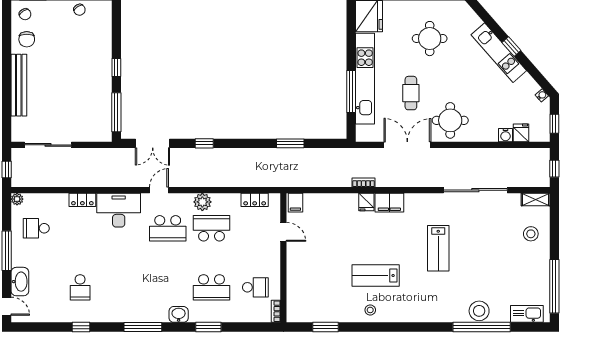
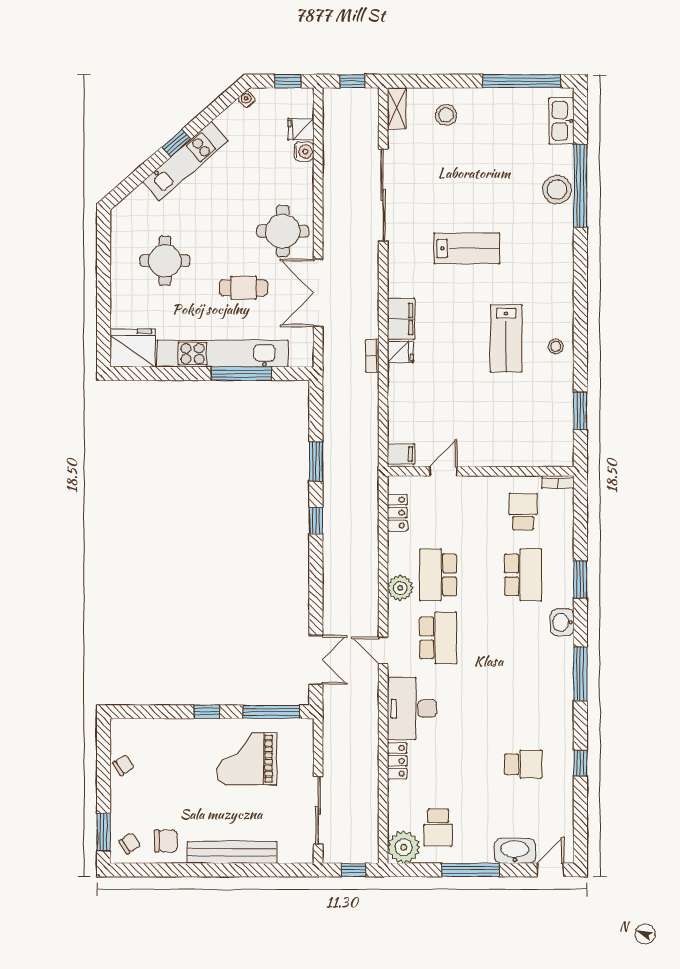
grand piano: (84, 95) -> (247, 759), added
window: (204, 143) -> (316, 521), moved
plant: (17, 199) -> (404, 847), width x1.88, depth x1.88

